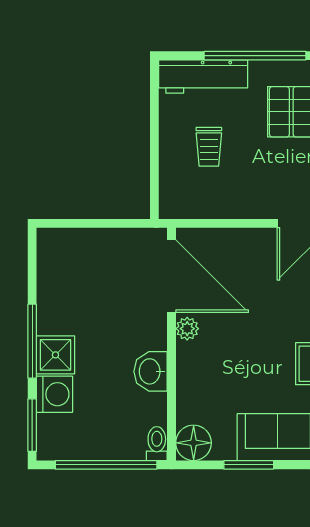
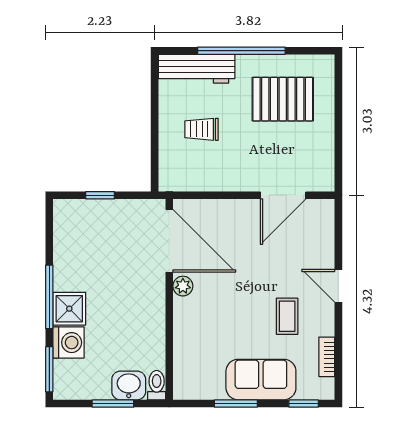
trolley: (209, 147) -> (201, 129), turned 90
window: (91, 223) -> (100, 195), added
washbasin: (151, 371) -> (129, 385), moved, turned 90
floor lamp: (194, 443) -> (188, 384), removed
window: (106, 465) -> (113, 403), width x0.47

